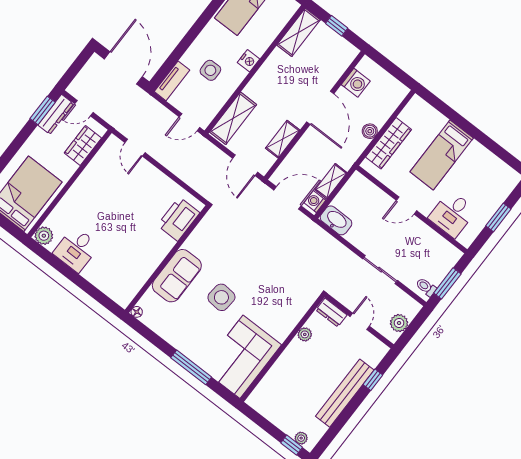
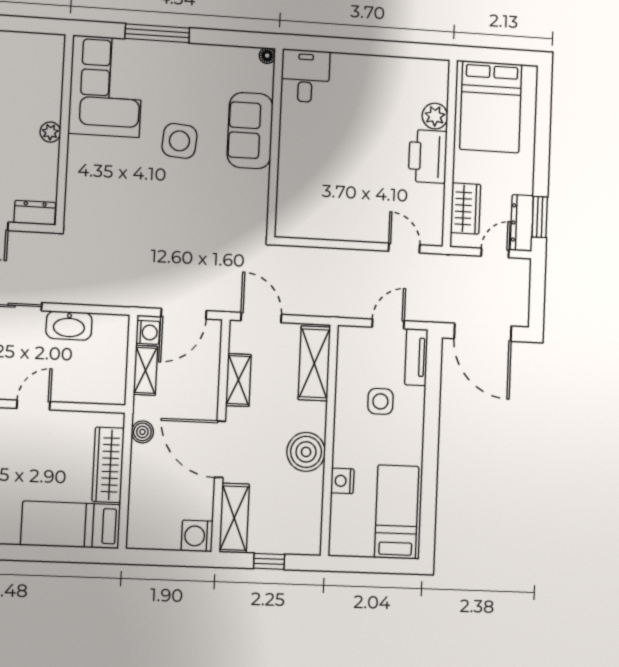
shelving: (299, 32) -> (234, 518), moved
nightstand: (249, 61) -> (342, 481), moved
boiler: (273, 72) -> (306, 452), added
washing machine: (356, 83) -> (197, 536), moved
door: (189, 122) -> (388, 324), moved
boiler: (370, 131) -> (142, 432), moved
bed: (442, 155) -> (71, 525), moved, turned -90
printer: (179, 219) -> (428, 156), moved, turned 180
washbasin: (336, 220) -> (69, 326), moved
plant: (44, 236) -> (435, 116), moved
desk: (76, 249) -> (305, 76), moved
plant: (305, 334) -> (50, 132), moved

